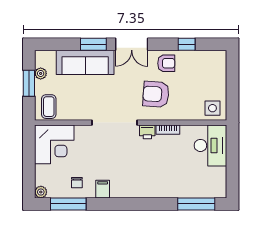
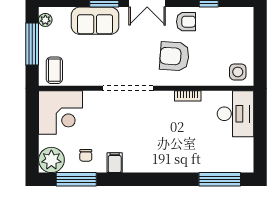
sofa: (85, 62) -> (95, 21), width x0.73
plant: (41, 73) -> (45, 20), moved
window: (29, 83) -> (32, 44), width x1.44
printer: (147, 132) -> (165, 98), removed
plant: (41, 192) -> (51, 160), width x1.88, depth x1.88

